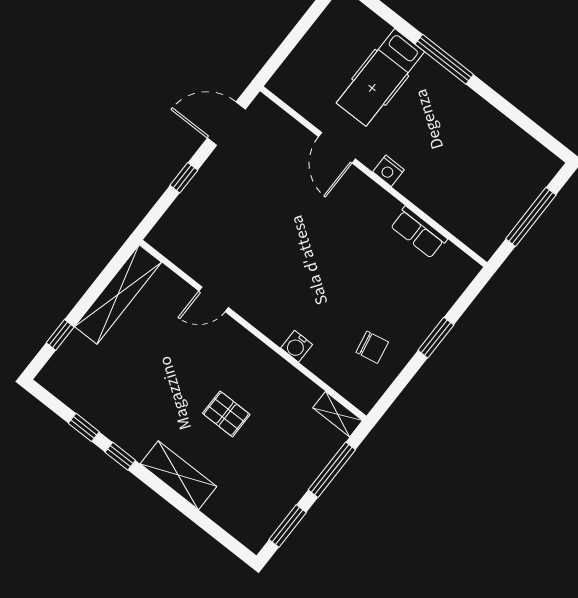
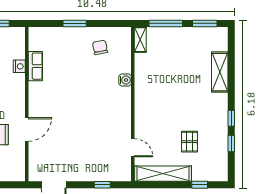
nightstand: (388, 171) -> (19, 66), moved
window: (184, 178) -> (102, 185), moved
door: (214, 299) -> (133, 148), moved
pallet: (226, 414) -> (189, 142), moved
shelving: (178, 475) -> (220, 72), moved

